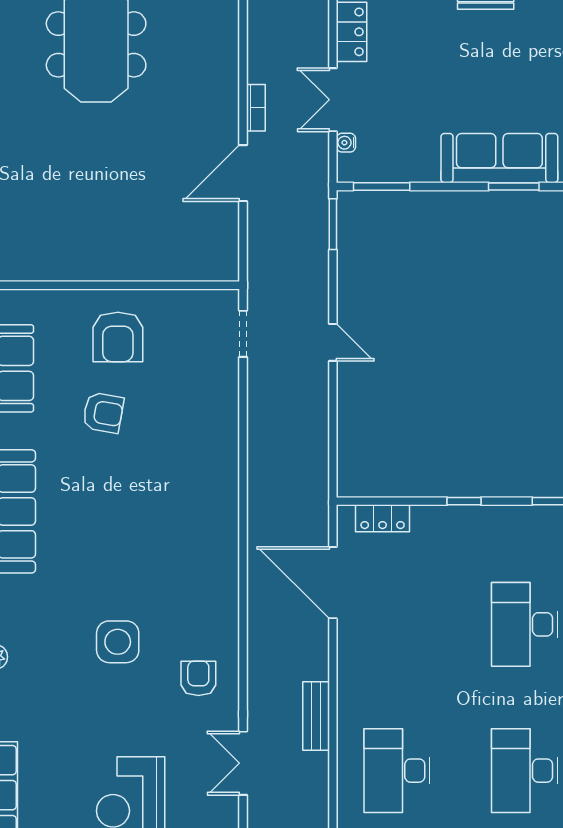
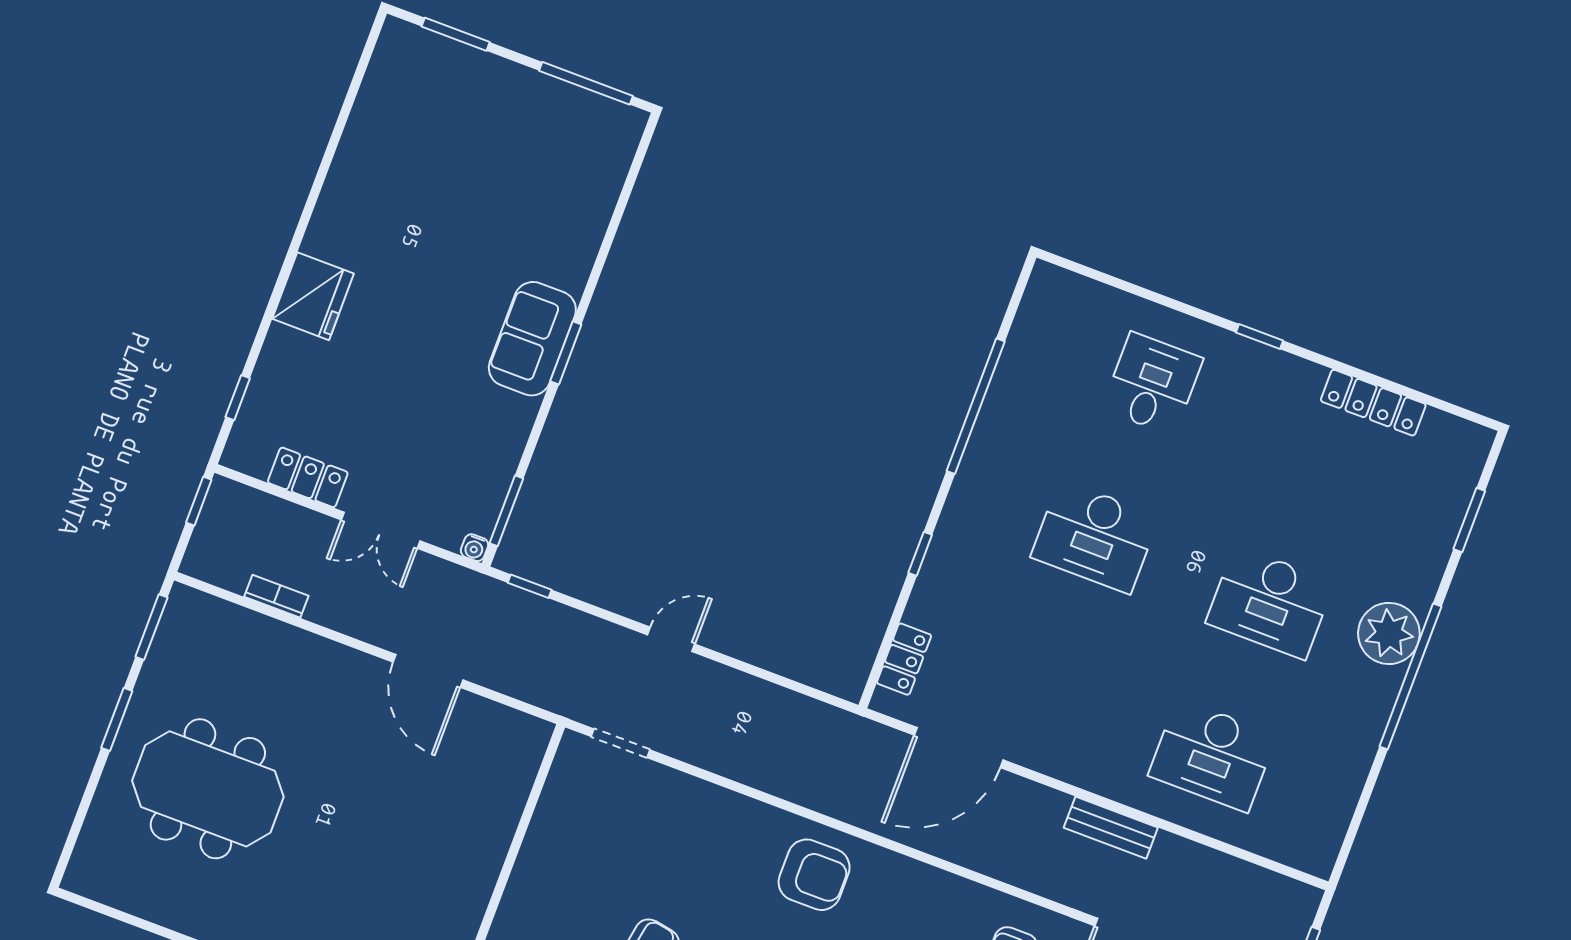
bookcase: (256, 108) -> (276, 596), moved
water cooler: (346, 143) -> (474, 548), moved
sofa: (499, 158) -> (532, 339), width x0.73
window: (333, 224) -> (530, 586), width x0.67
armchair: (118, 337) -> (814, 875), moved

